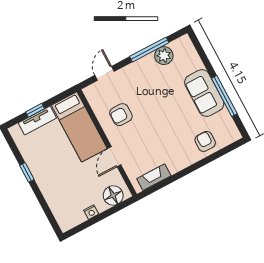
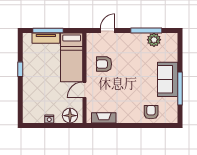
window: (35, 110) -> (48, 30), width x2.17

